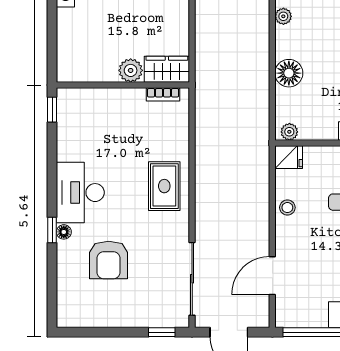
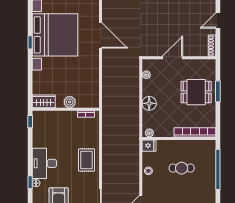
wardrobe: (167, 69) -> (44, 101), moved

